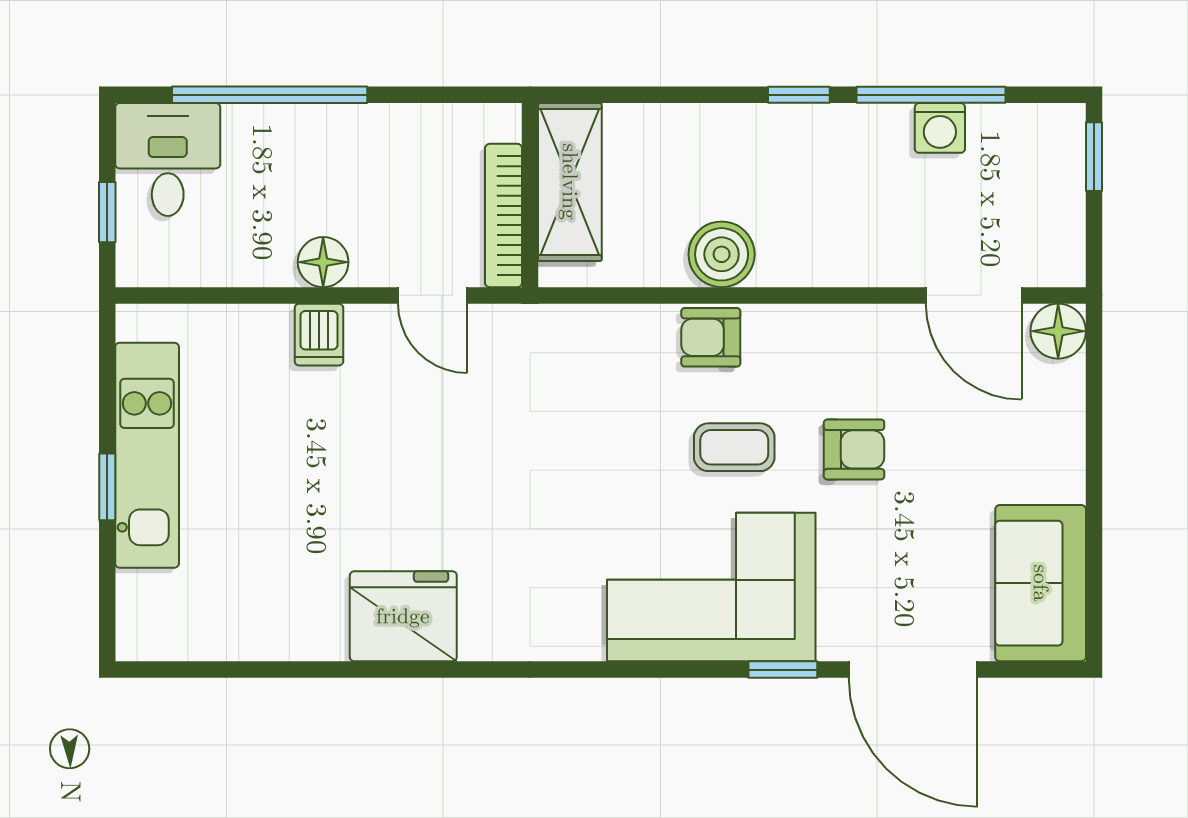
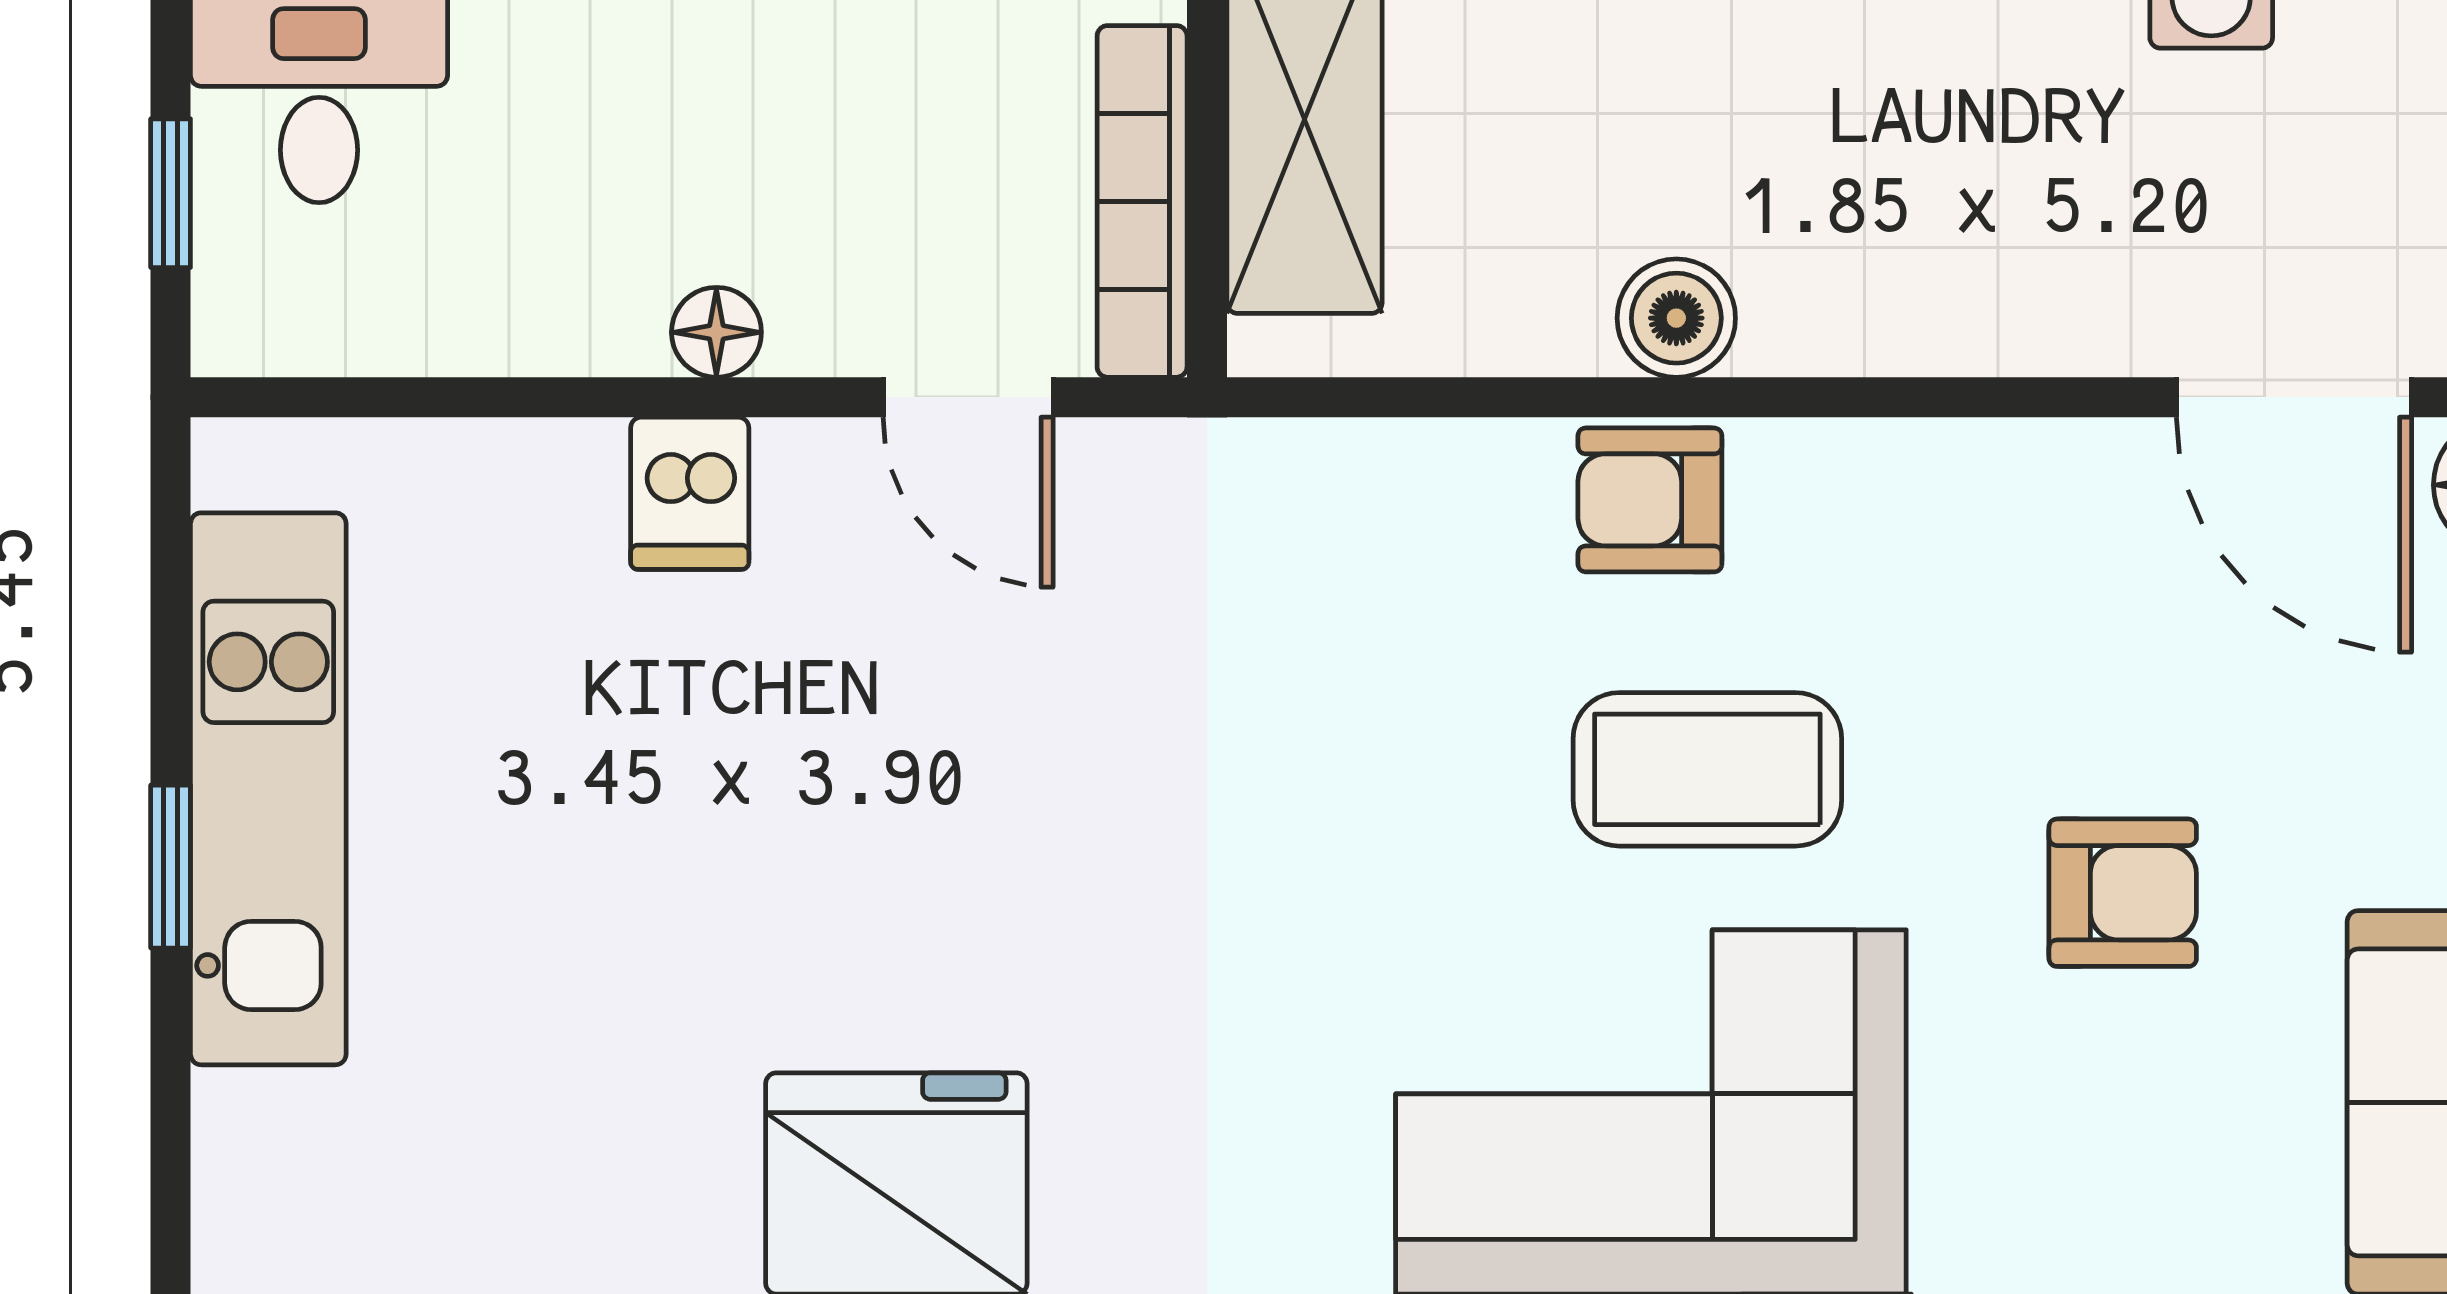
boiler: (722, 254) -> (1676, 318), width x0.73, depth x0.73
floor lamp: (323, 262) -> (716, 332), width x0.73, depth x0.73
coffee table: (734, 447) -> (1707, 769), width x1.36, depth x1.30
armchair: (854, 449) -> (2123, 893), moved

